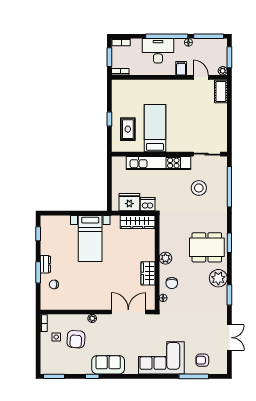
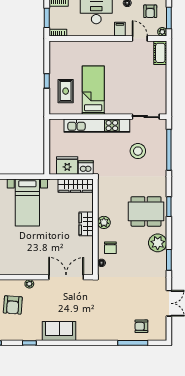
armchair: (211, 51) -> (150, 11), added
wardrobe: (148, 273) -> (86, 224), moved
corner sofa: (161, 358) -> (100, 324), removed
sofa: (108, 365) -> (59, 331), moved

